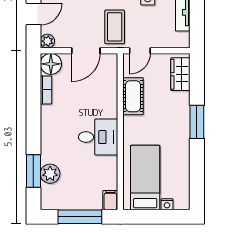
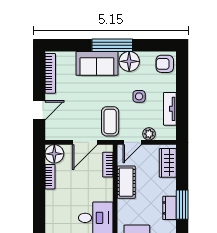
plant: (47, 41) -> (149, 134), moved
bookcase: (112, 76) -> (108, 165), added
dresser: (182, 126) -> (169, 208), added

